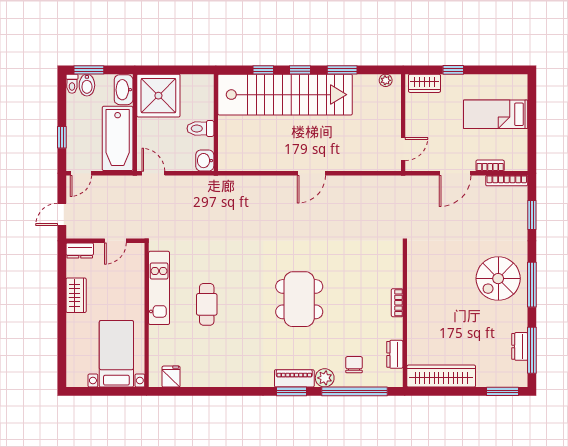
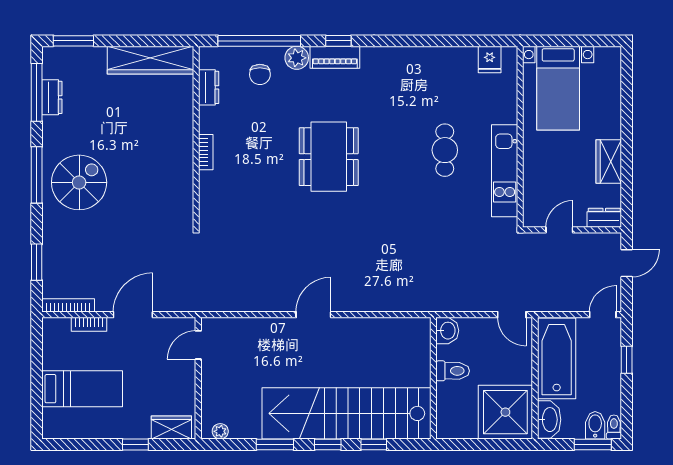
window: (292, 391) -> (338, 41), width x0.67

